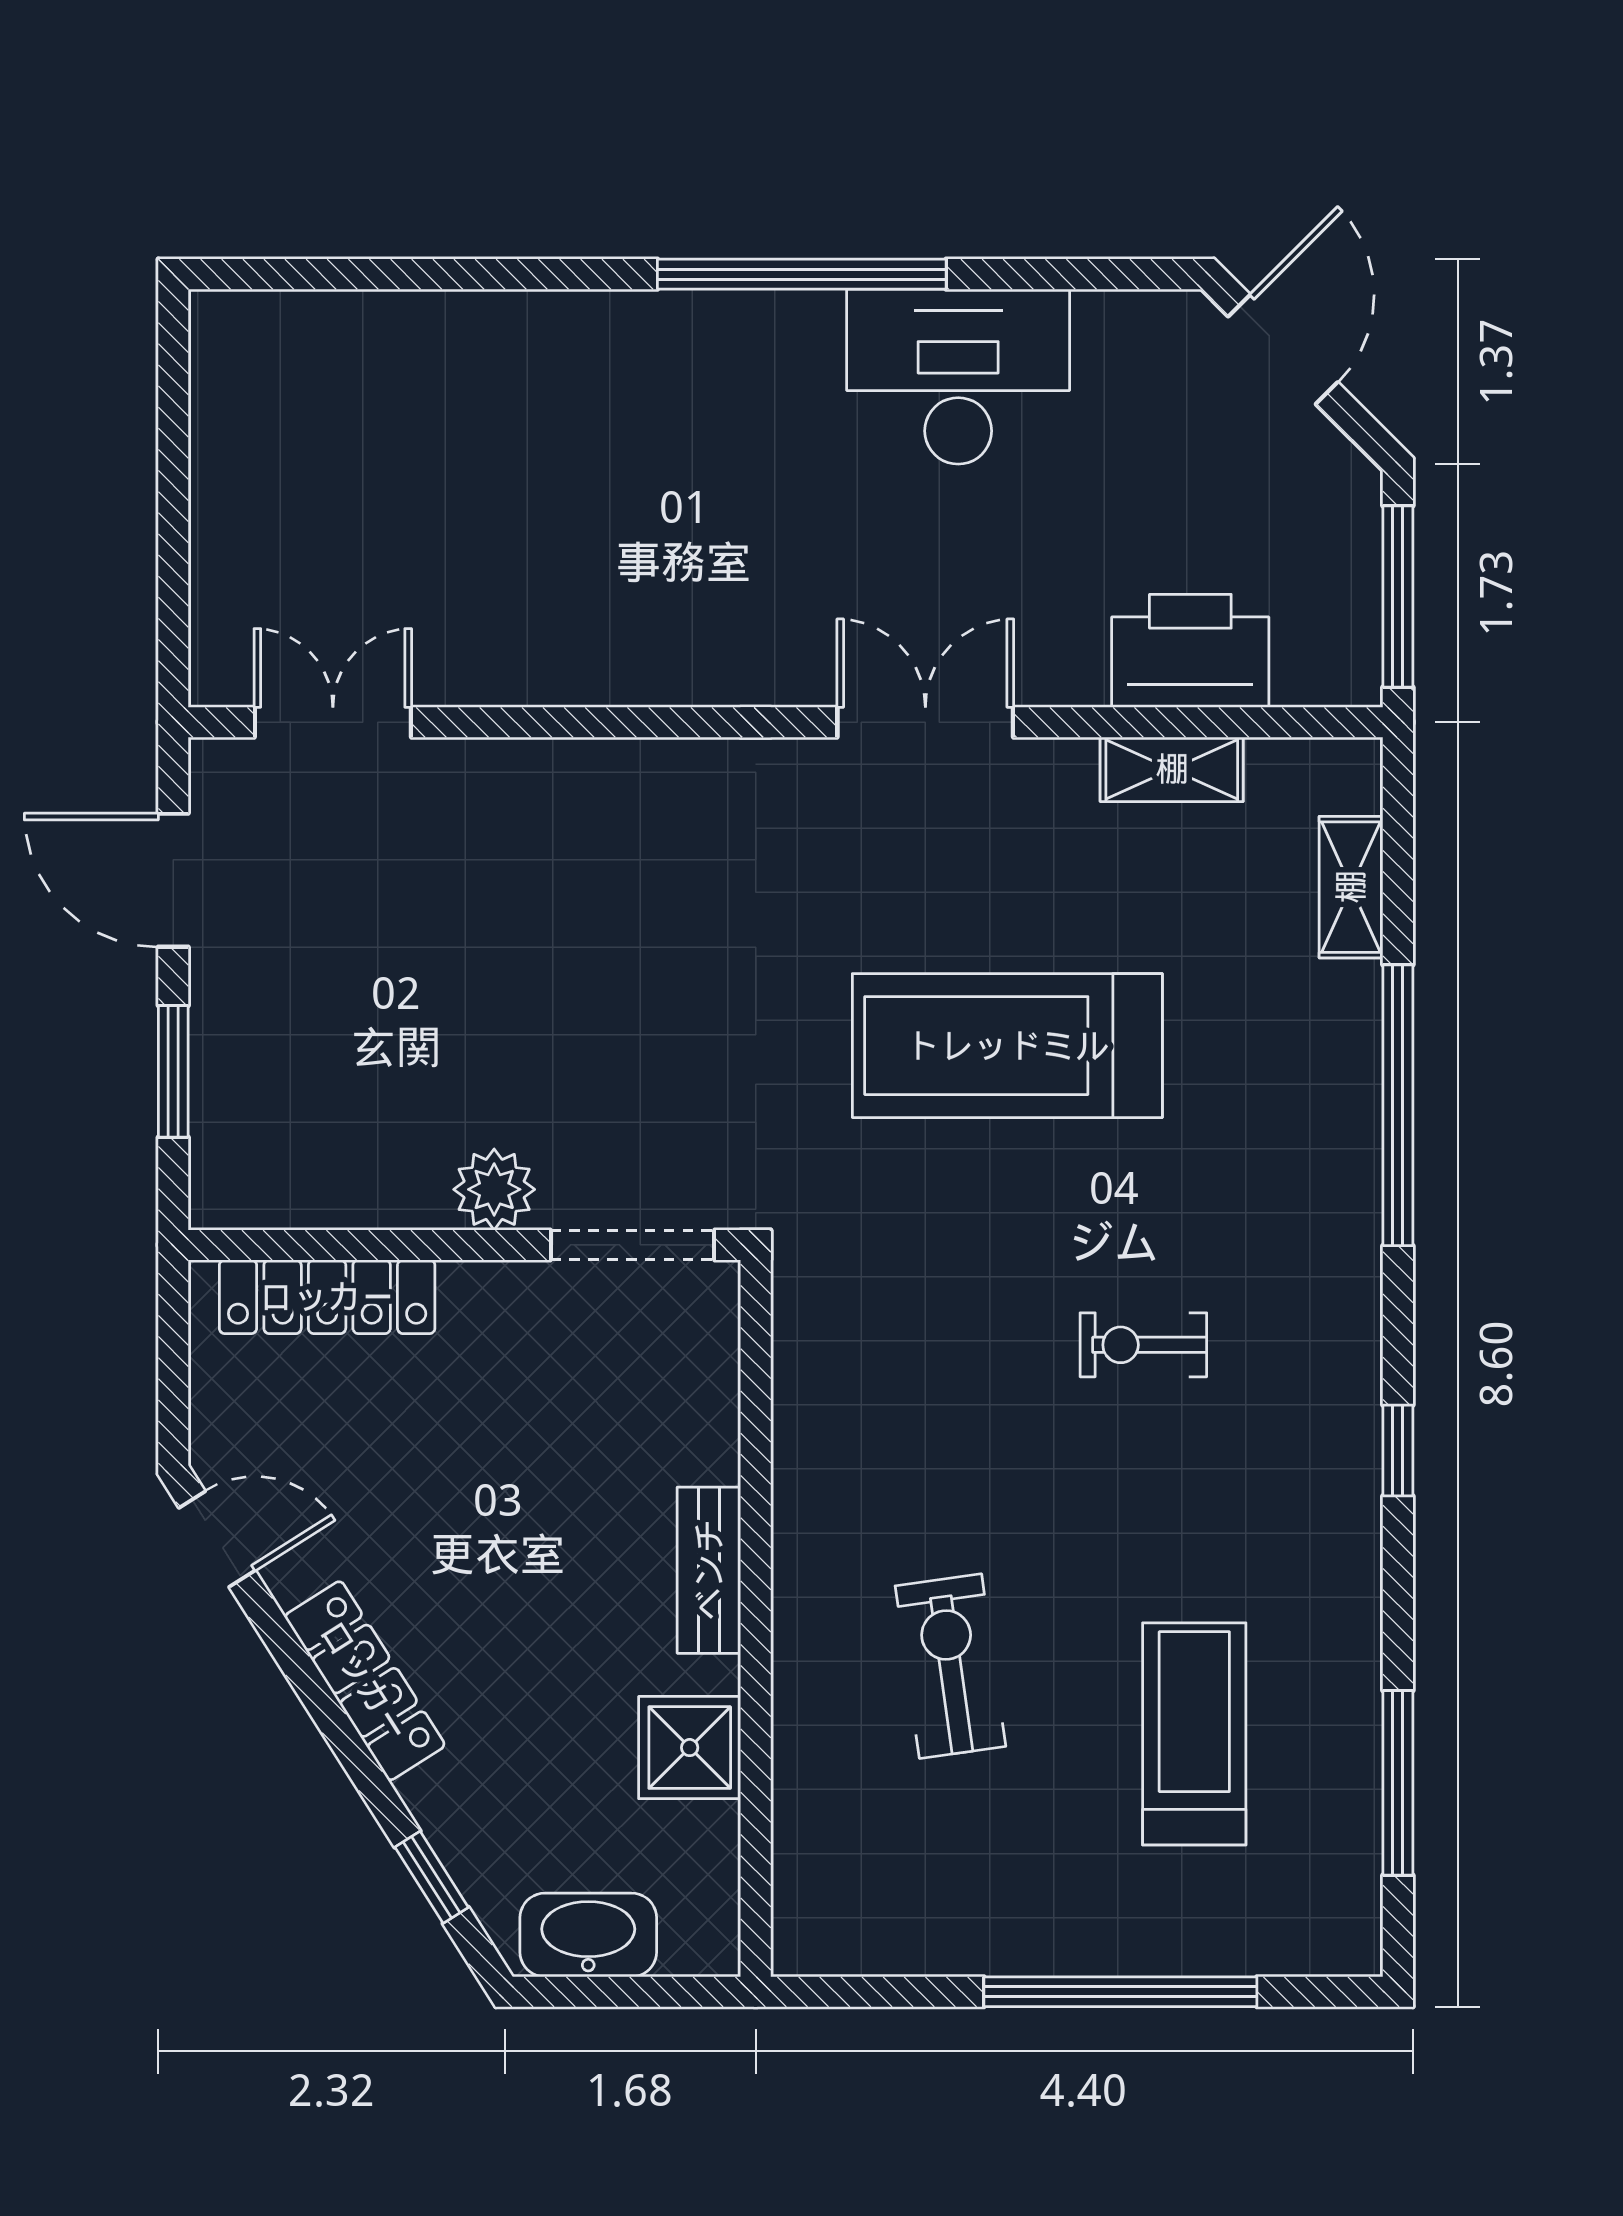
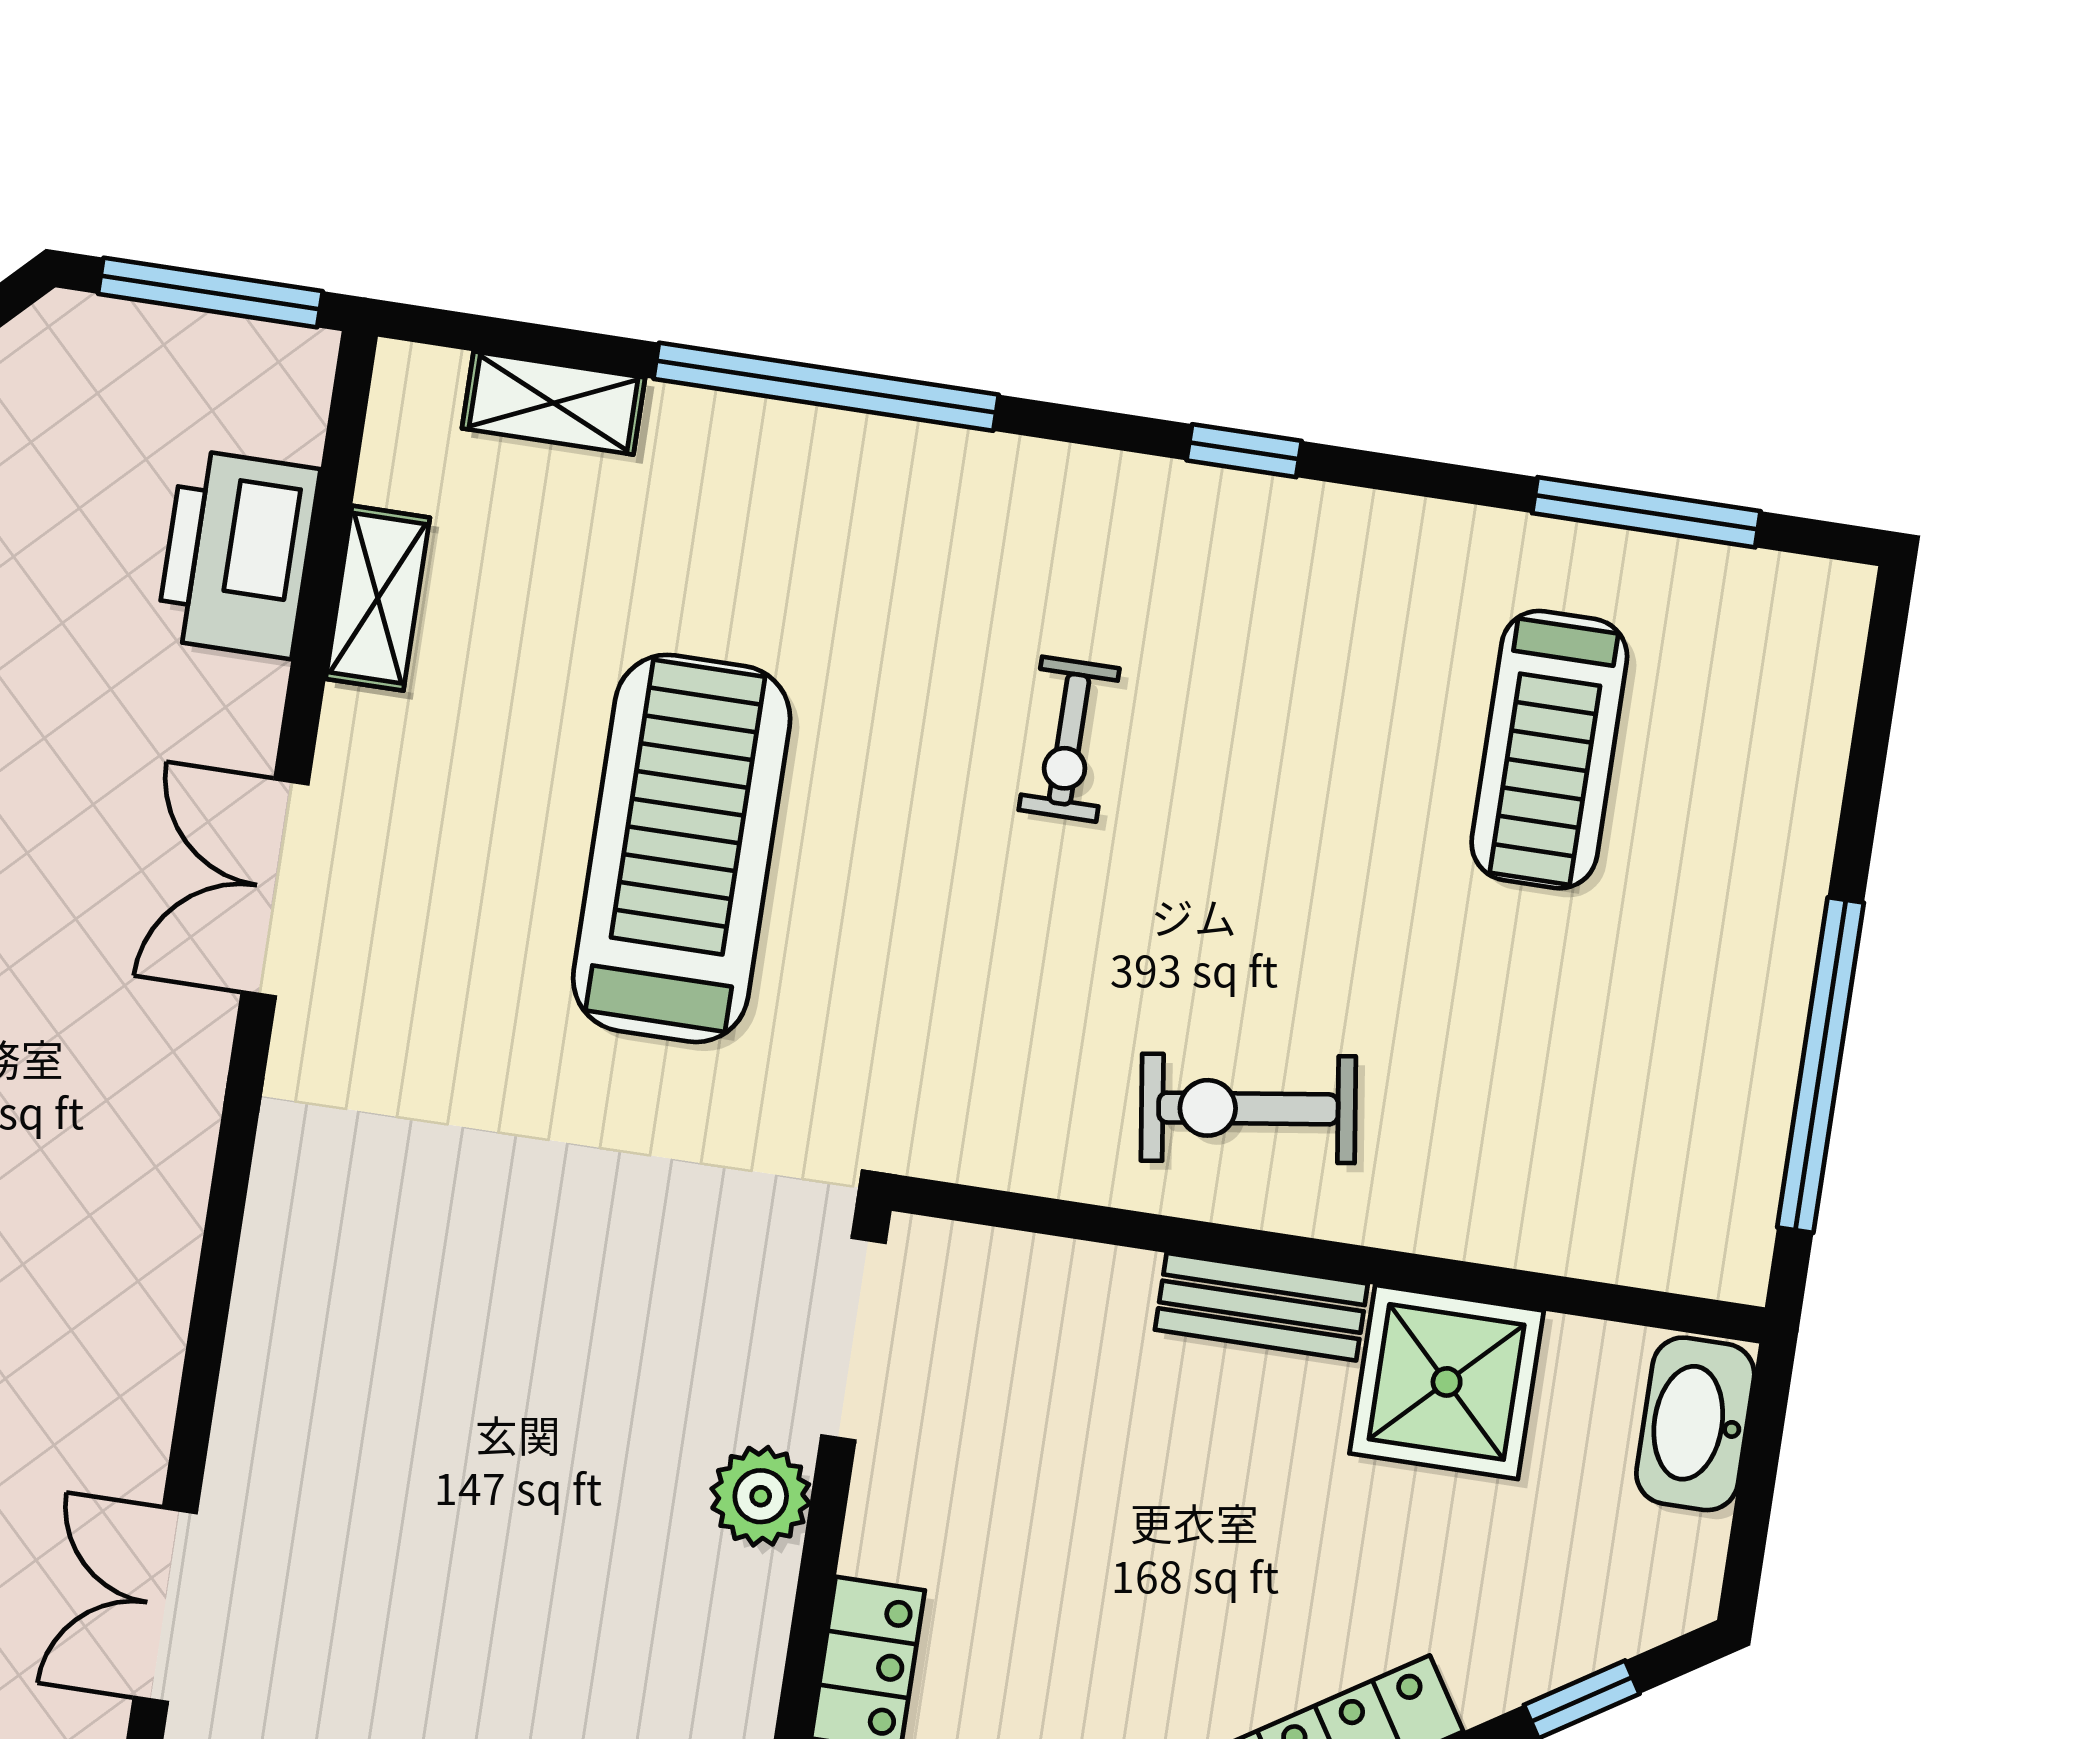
treadmill: (1007, 1046) -> (682, 848), turned 180
exercise bike: (950, 1666) -> (1248, 1108), moved
treadmill: (1194, 1734) -> (1549, 750), turned -90
shower: (690, 1748) -> (1447, 1382), width x1.36, depth x1.36
washbasin: (588, 1935) -> (1695, 1424), moved
window: (1120, 1992) -> (1821, 1065), moved

